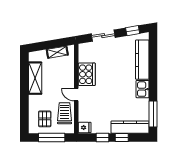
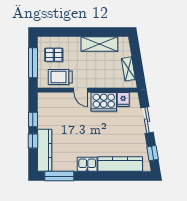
door: (76, 95) -> (81, 90), swing flipped
trolley: (65, 113) -> (60, 77), turned 180
fridge: (85, 127) -> (123, 99), moved

